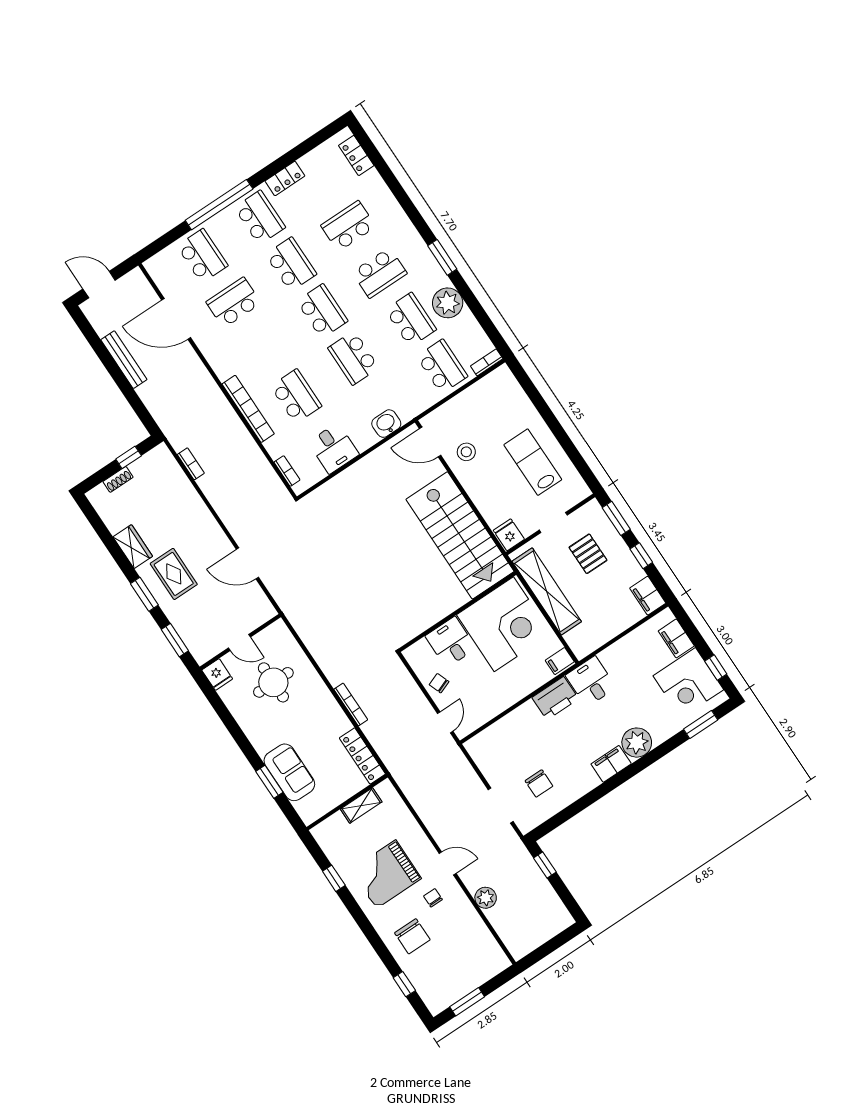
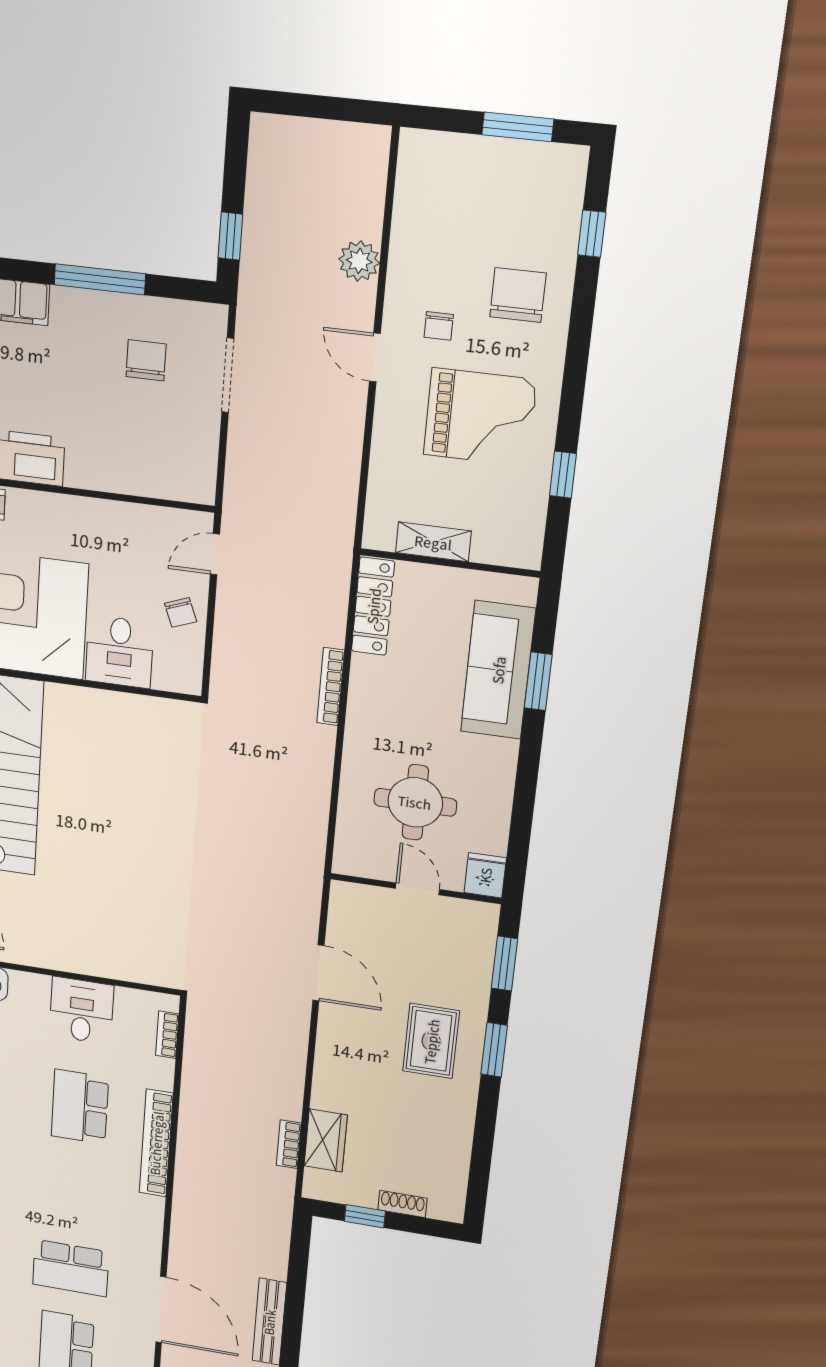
wardrobe: (133, 547) -> (326, 1141), moved, turned 180
sofa: (289, 772) -> (498, 670), width x1.36
window: (584, 802) -> (100, 279), added

